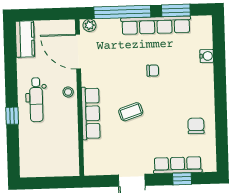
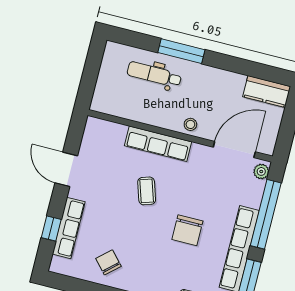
chair: (153, 71) -> (187, 230), width x1.87, depth x1.87
dental chair: (36, 100) -> (154, 74), moved
window: (12, 116) -> (181, 51), width x2.17
chair: (196, 126) -> (108, 262), turned -132

